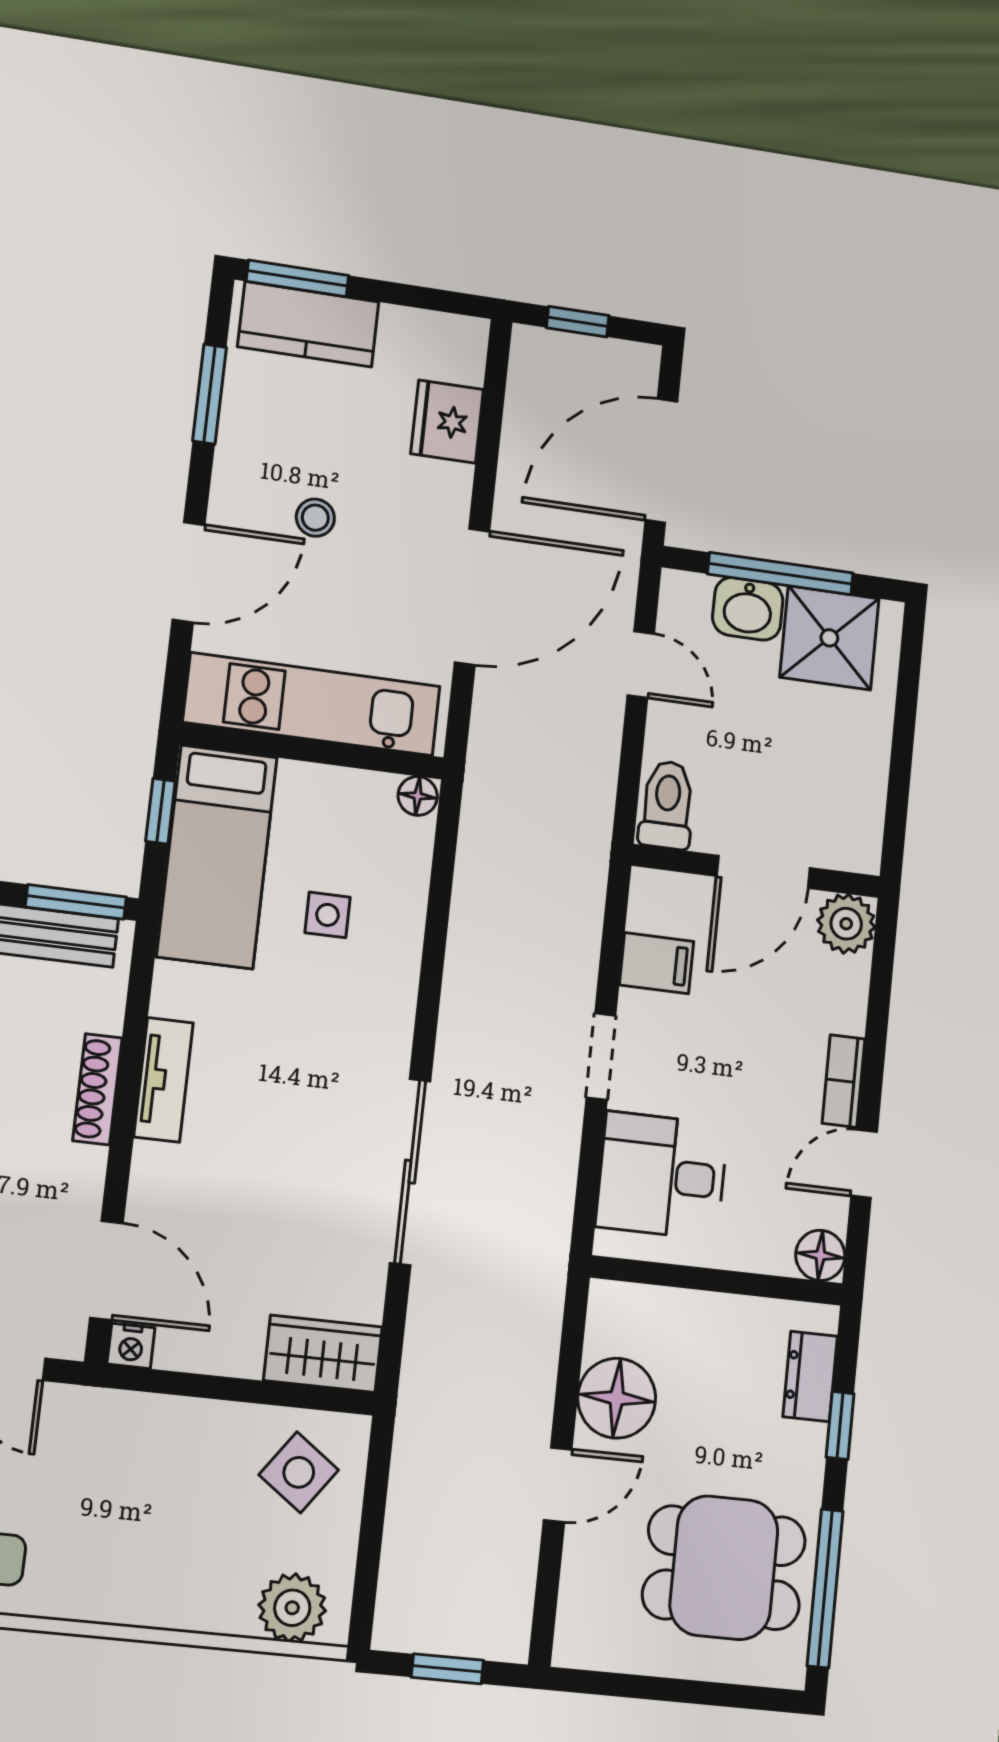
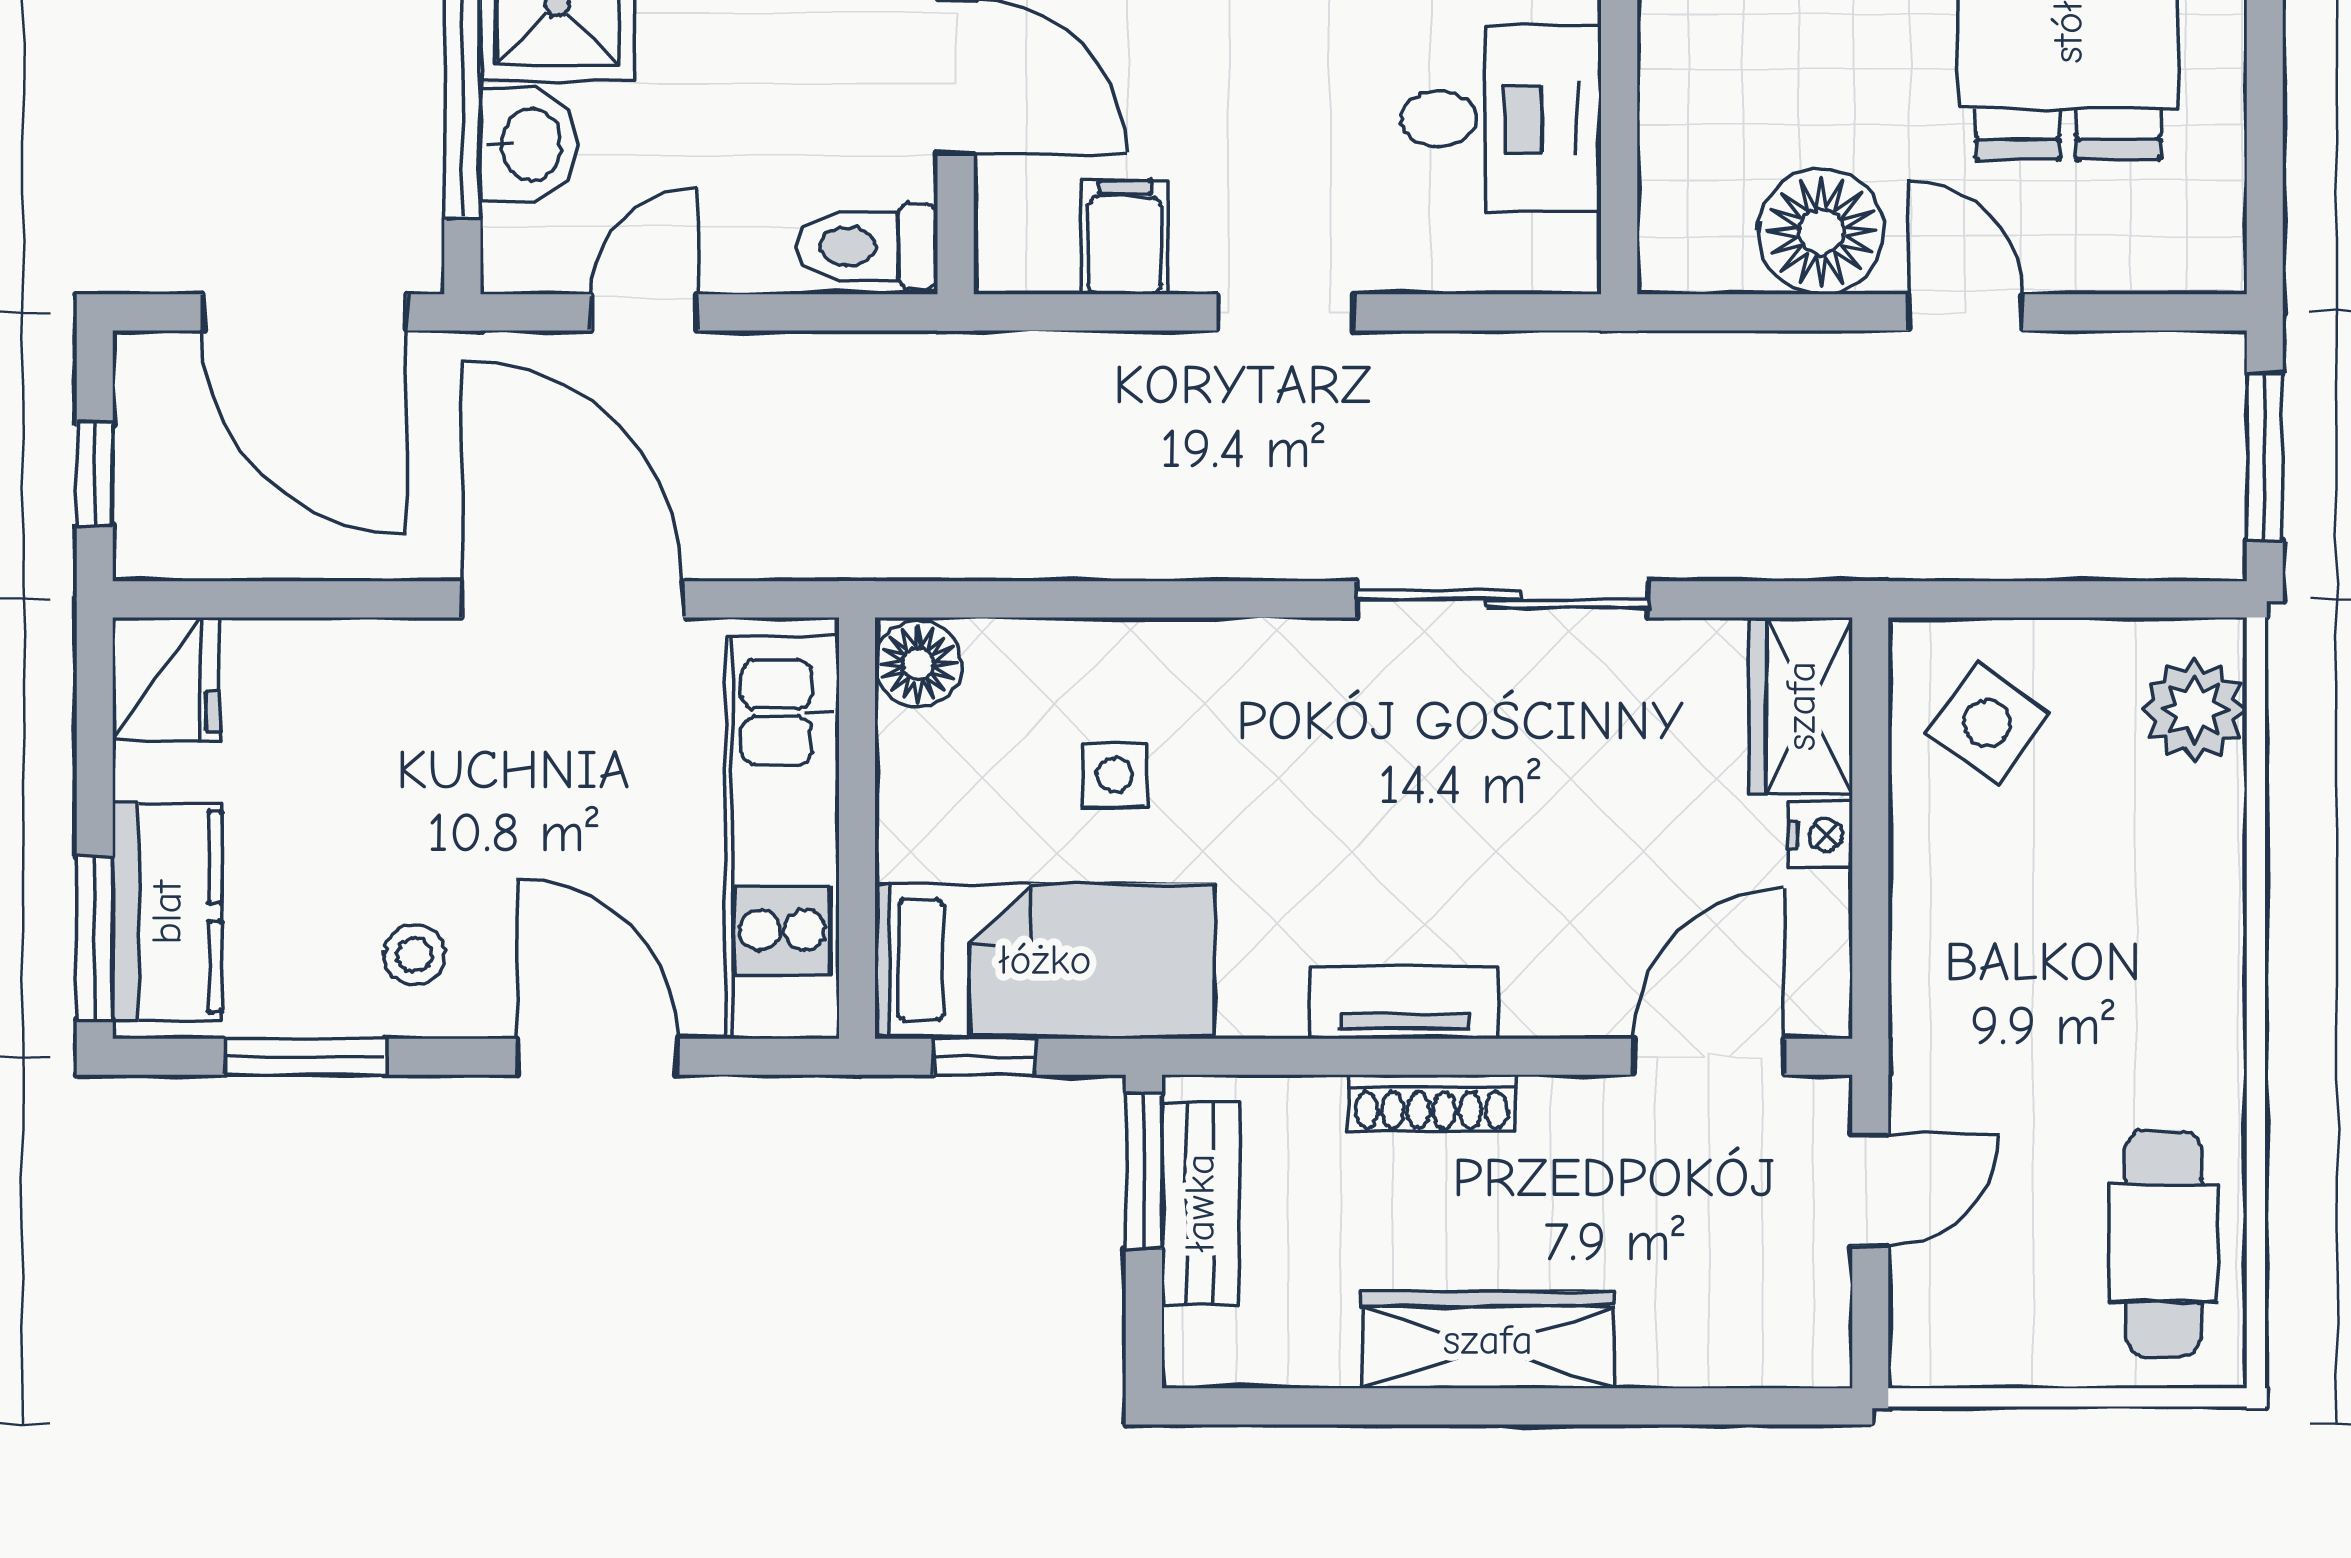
fridge: (447, 422) -> (166, 679), moved, turned -90
stool: (315, 518) -> (415, 955), moved
floor lamp: (418, 796) -> (918, 664), width x1.37, depth x1.37
desk: (662, 1176) -> (1501, 119), moved, turned -90
nightstand: (131, 1346) -> (1821, 835), moved
window: (447, 1669) -> (2265, 457), width x1.50

